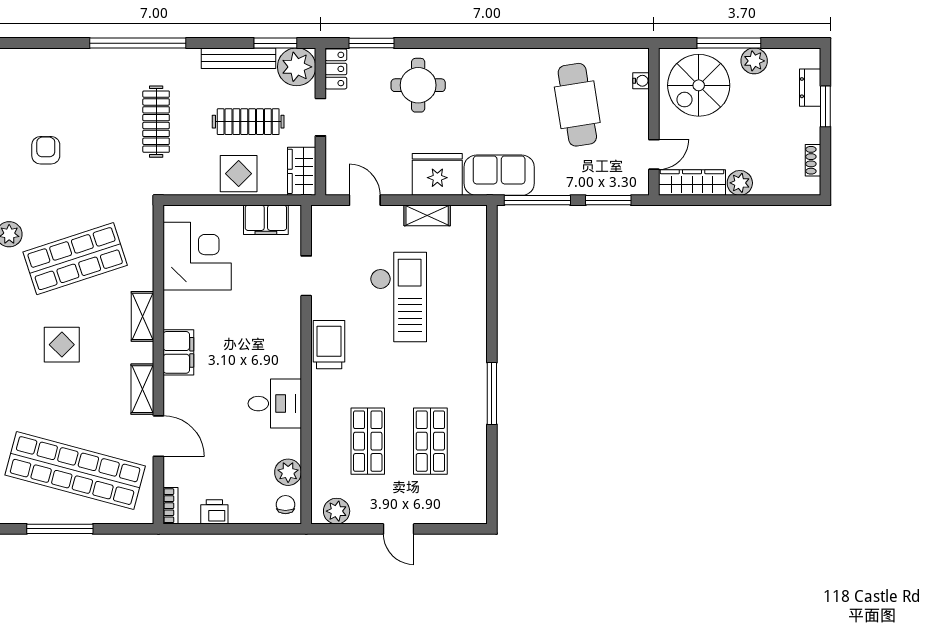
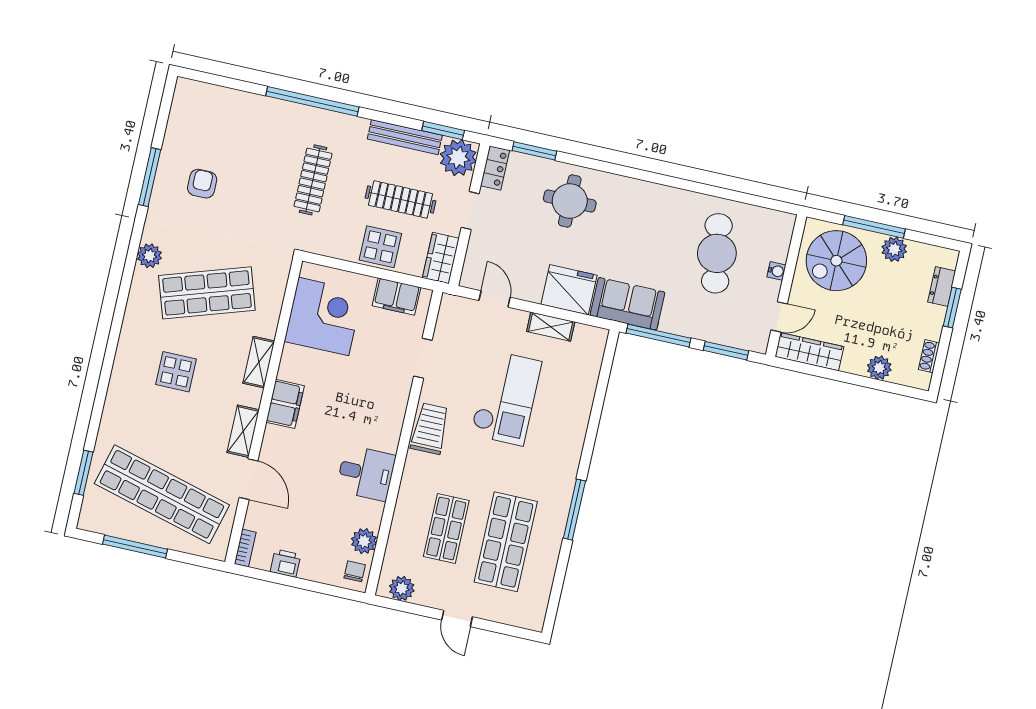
water cooler: (641, 81) -> (776, 271), moved
plant: (740, 183) -> (879, 368), moved
shop shelf: (430, 441) -> (506, 542), width x1.43, depth x1.36

